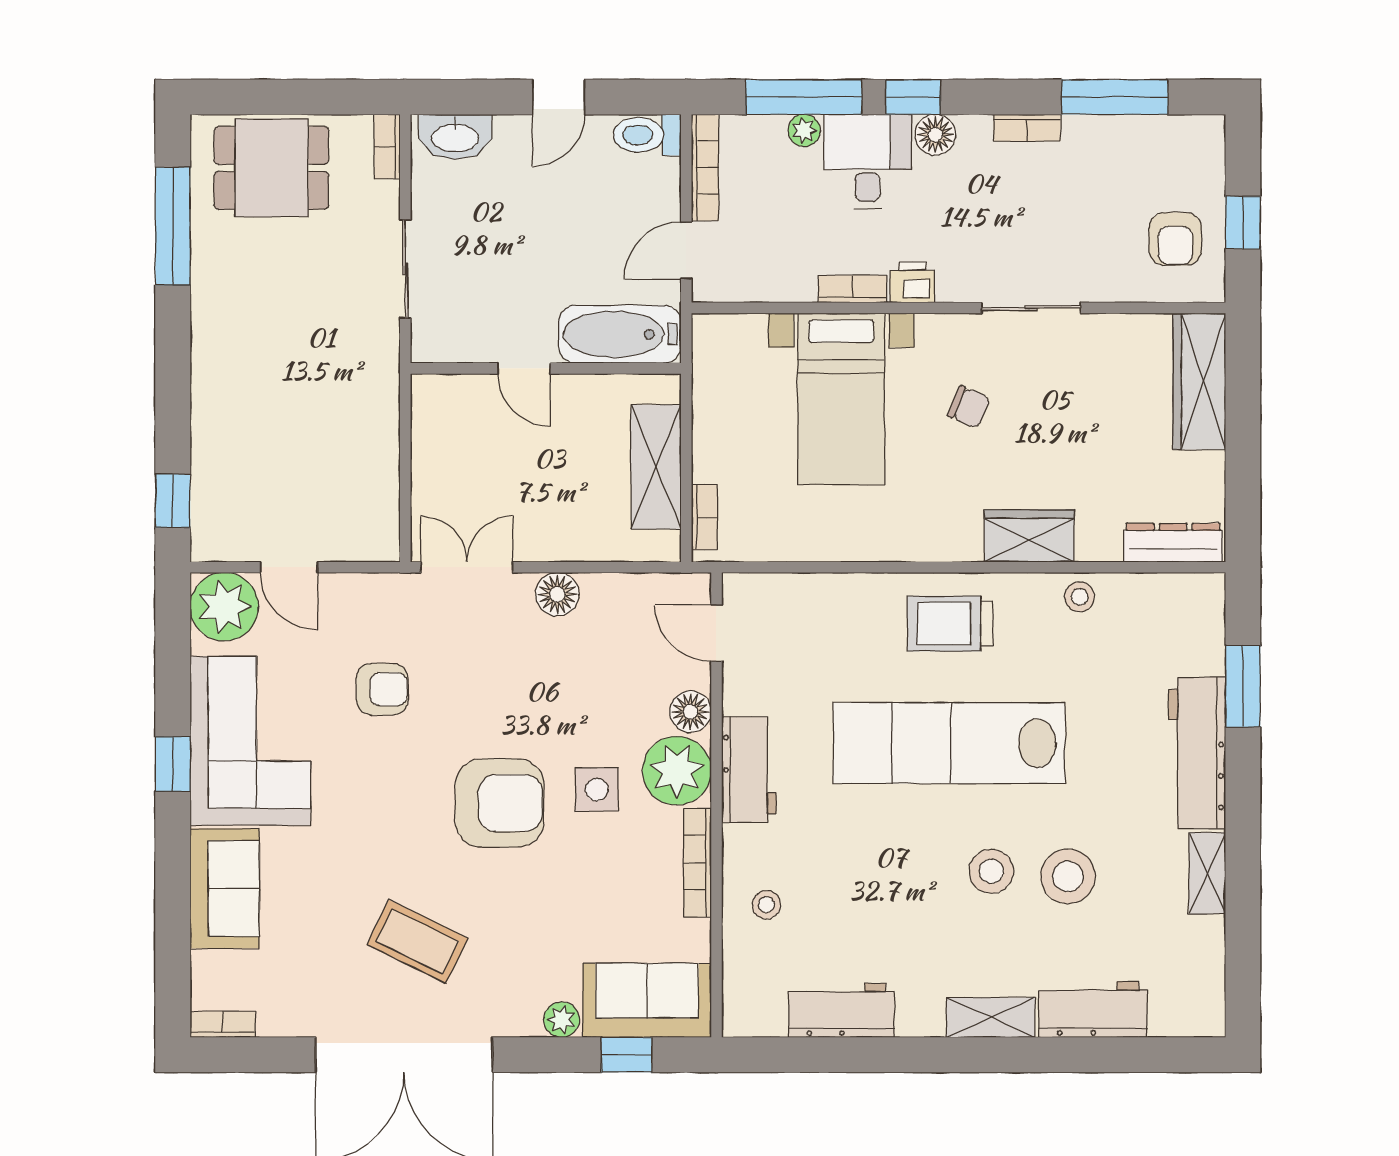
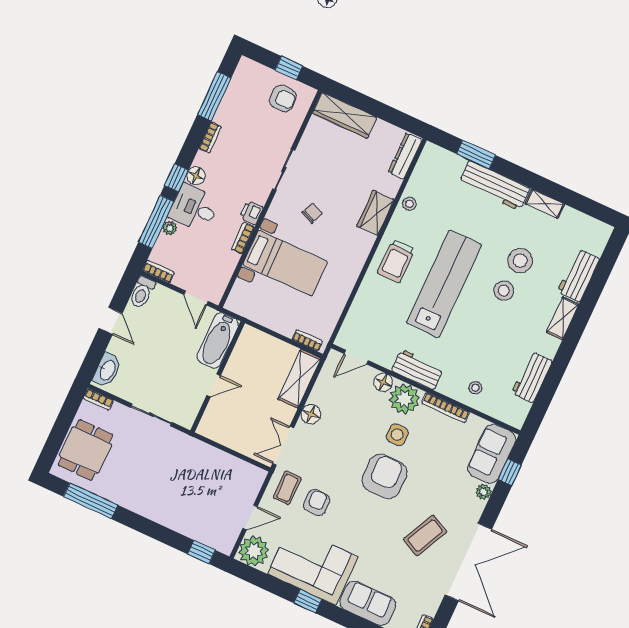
bookcase: (705, 168) -> (158, 271), width x0.64
shelving: (656, 467) -> (299, 379), moved, turned 90
coffee table: (385, 615) -> (287, 488), added
lab bench: (949, 743) -> (444, 284), turned 180

